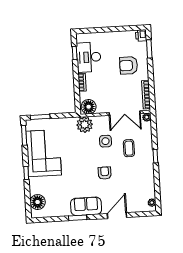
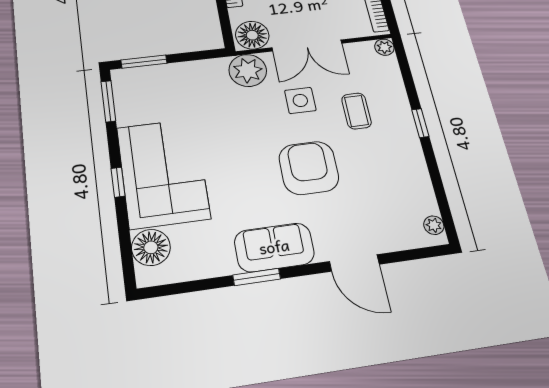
double door: (125, 113) -> (307, 45), moved
corner sofa: (44, 153) -> (163, 173), moved
armchair: (105, 173) -> (309, 168), width x1.88, depth x1.88
door: (117, 216) -> (354, 263), swing flipped

